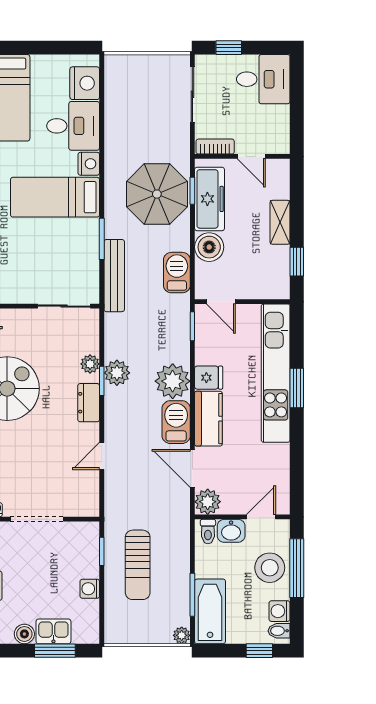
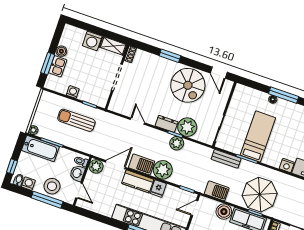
bed: (55, 197) -> (258, 137), moved
bench: (114, 276) -> (226, 159), width x0.73
plant: (90, 364) -> (187, 127), width x1.88, depth x1.88

